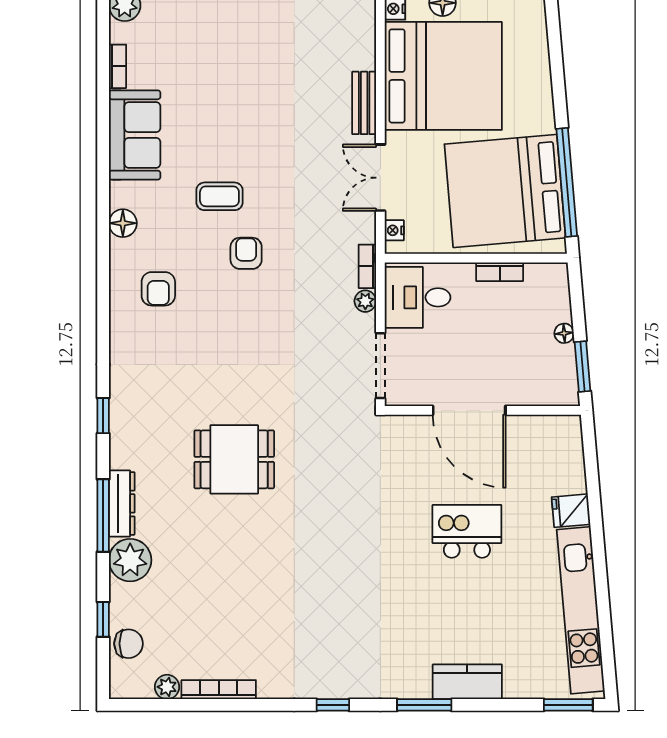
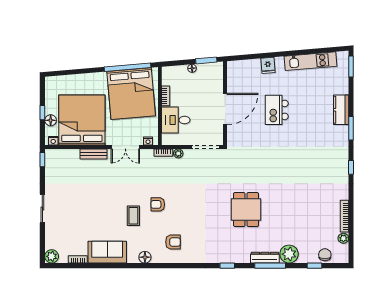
desk: (418, 297) -> (176, 120), moved, turned 90
kitchen unit: (581, 610) -> (311, 61), width x0.73

